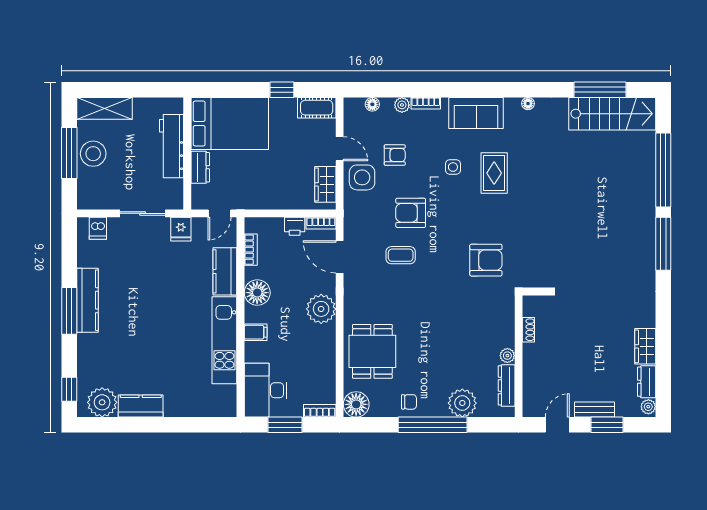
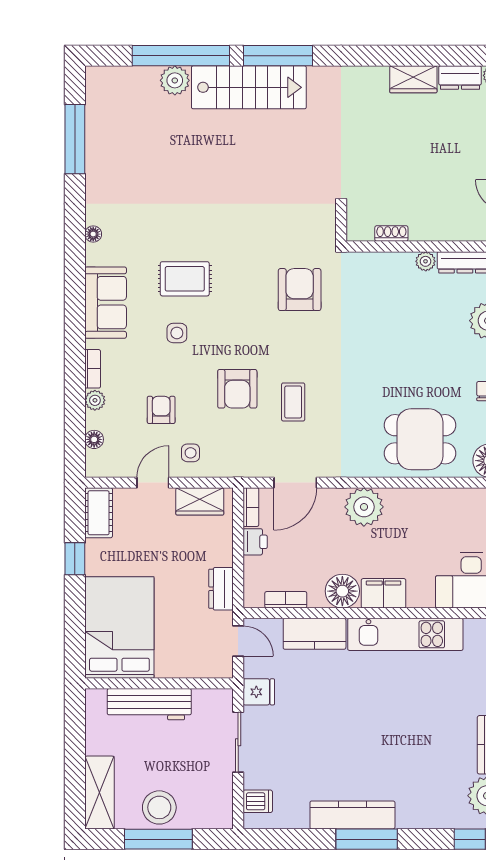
stairs: (612, 114) -> (249, 87), moved, turned 90
plant: (645, 165) -> (175, 80), added
dresser: (200, 167) -> (221, 589), moved, turned -90
side table: (362, 177) -> (191, 453), width x0.54, depth x0.54
filing cabinet: (256, 332) -> (384, 593), width x2.00

